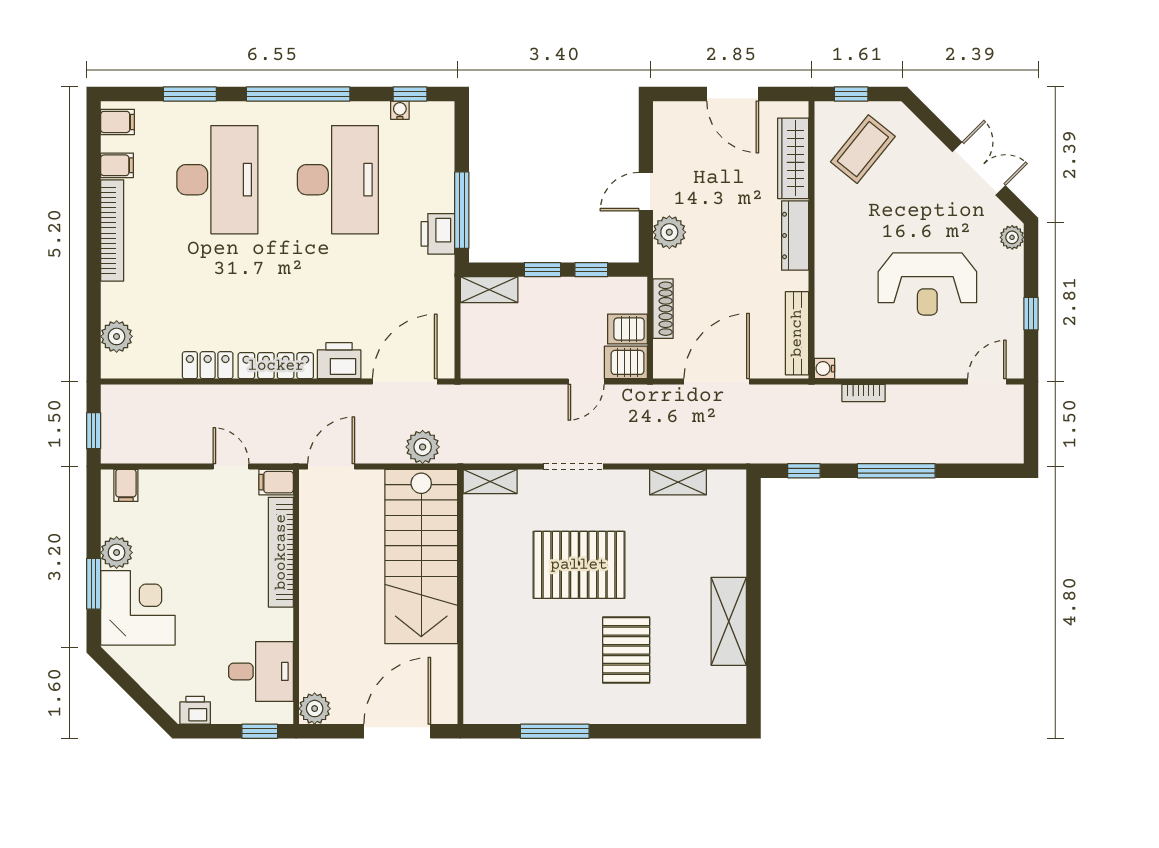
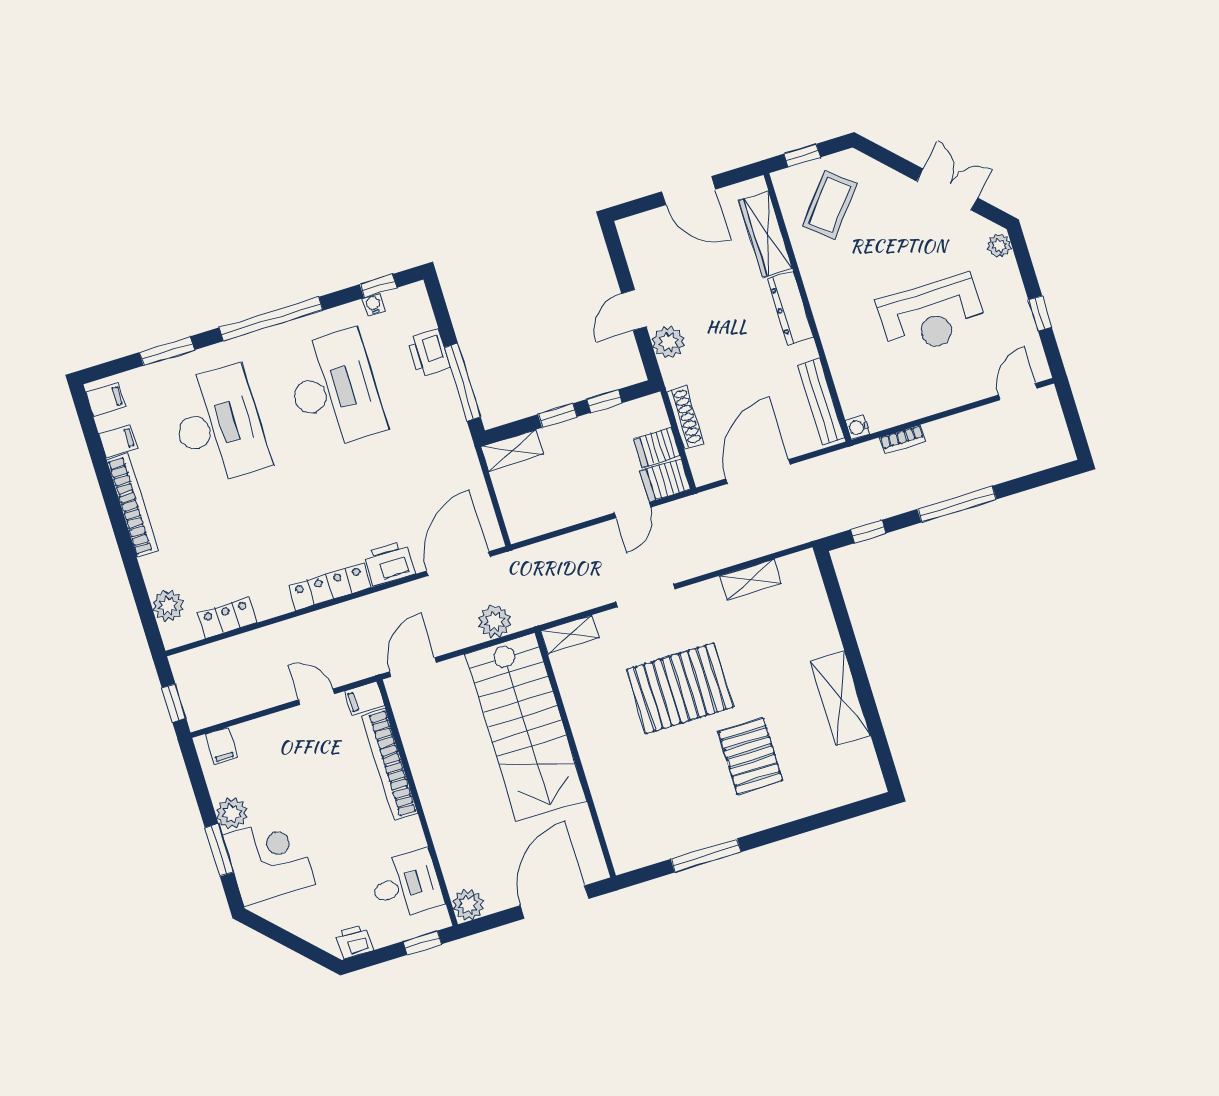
printer: (438, 234) -> (428, 353), moved
locker: (208, 365) -> (227, 618), moved

